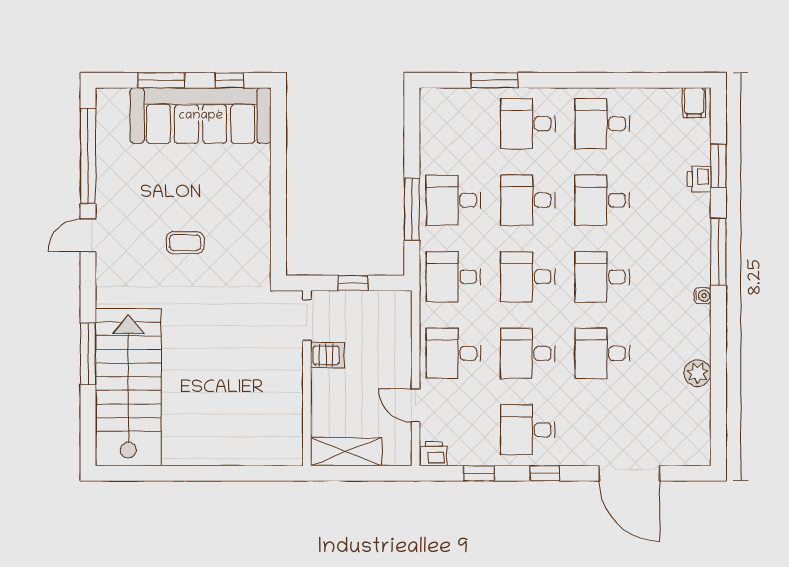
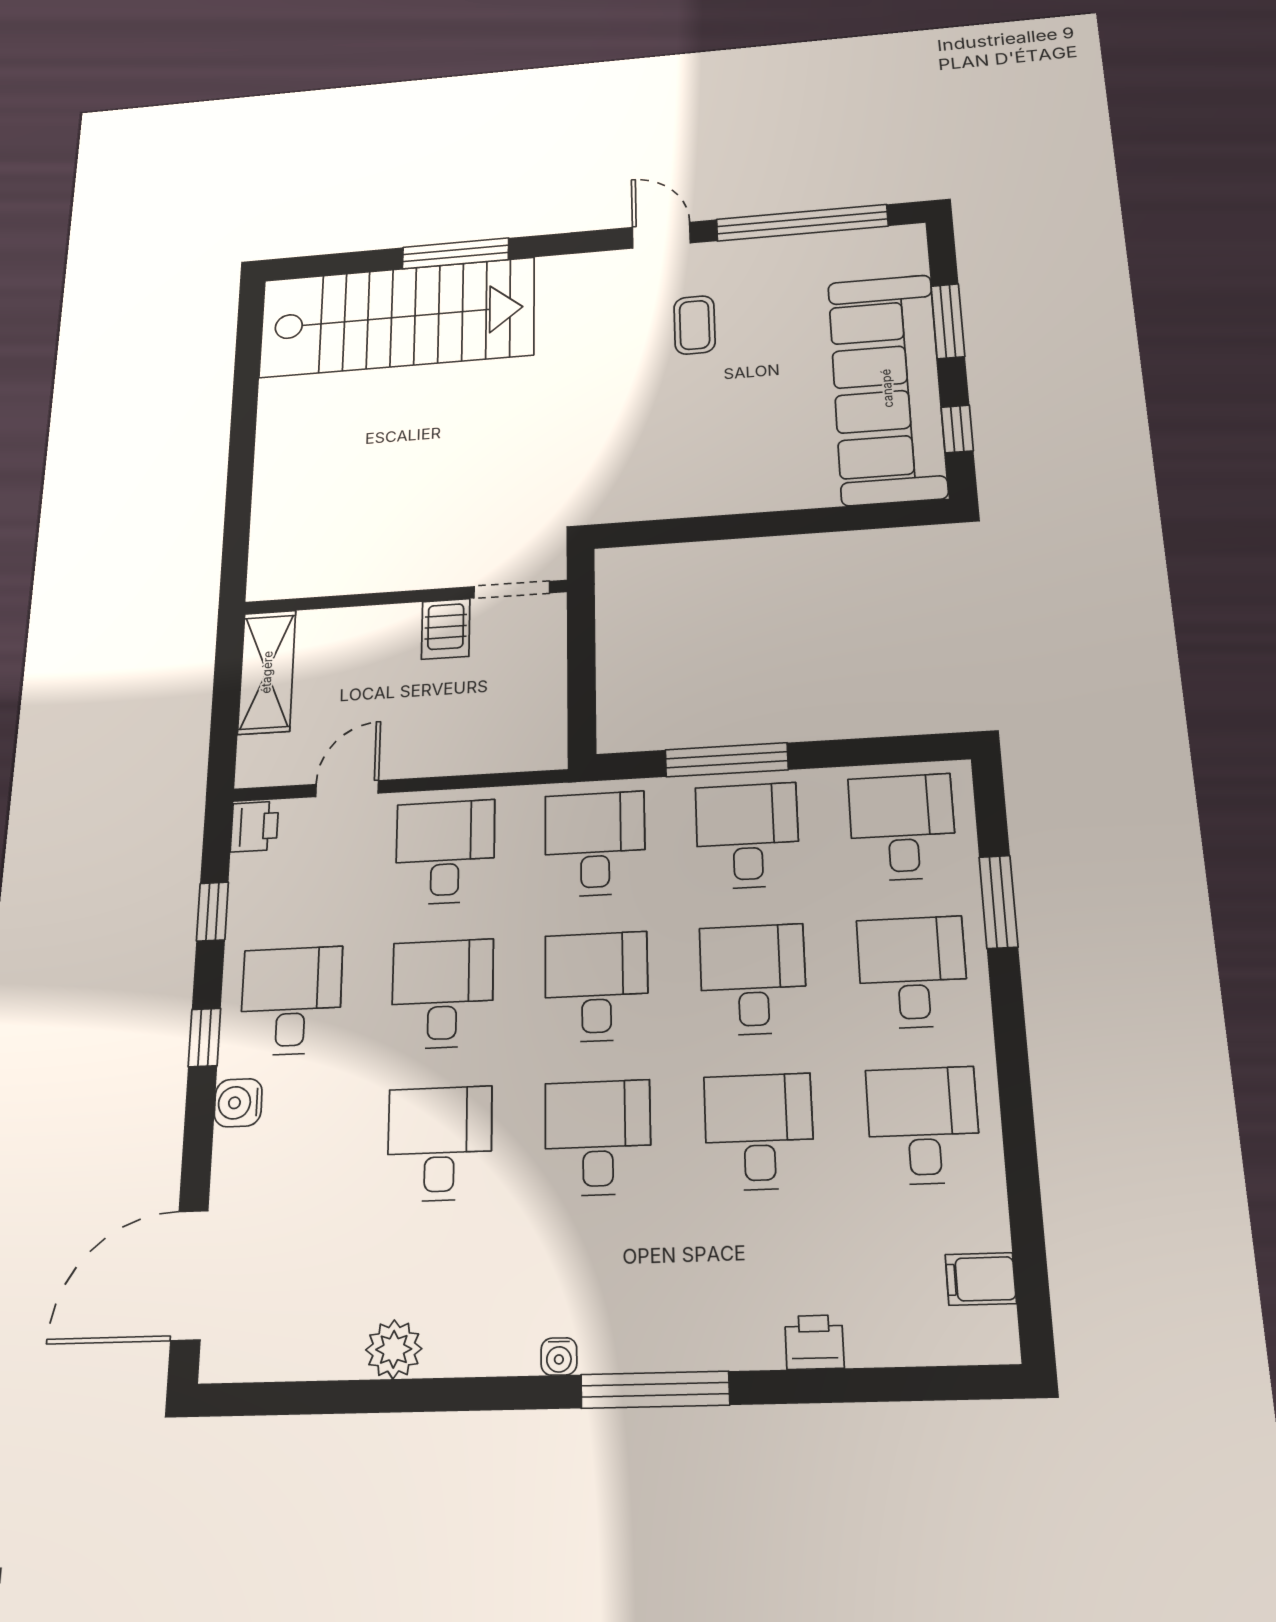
filing cabinet: (694, 103) -> (981, 1279), moved
desk: (453, 124) -> (902, 827), added
window: (718, 166) -> (846, 1385), removed
coffee table: (185, 243) -> (695, 325), moved
window: (353, 283) -> (581, 664), removed
water cooler: (578, 454) -> (238, 1103), added
door: (629, 473) -> (189, 1275), moved

